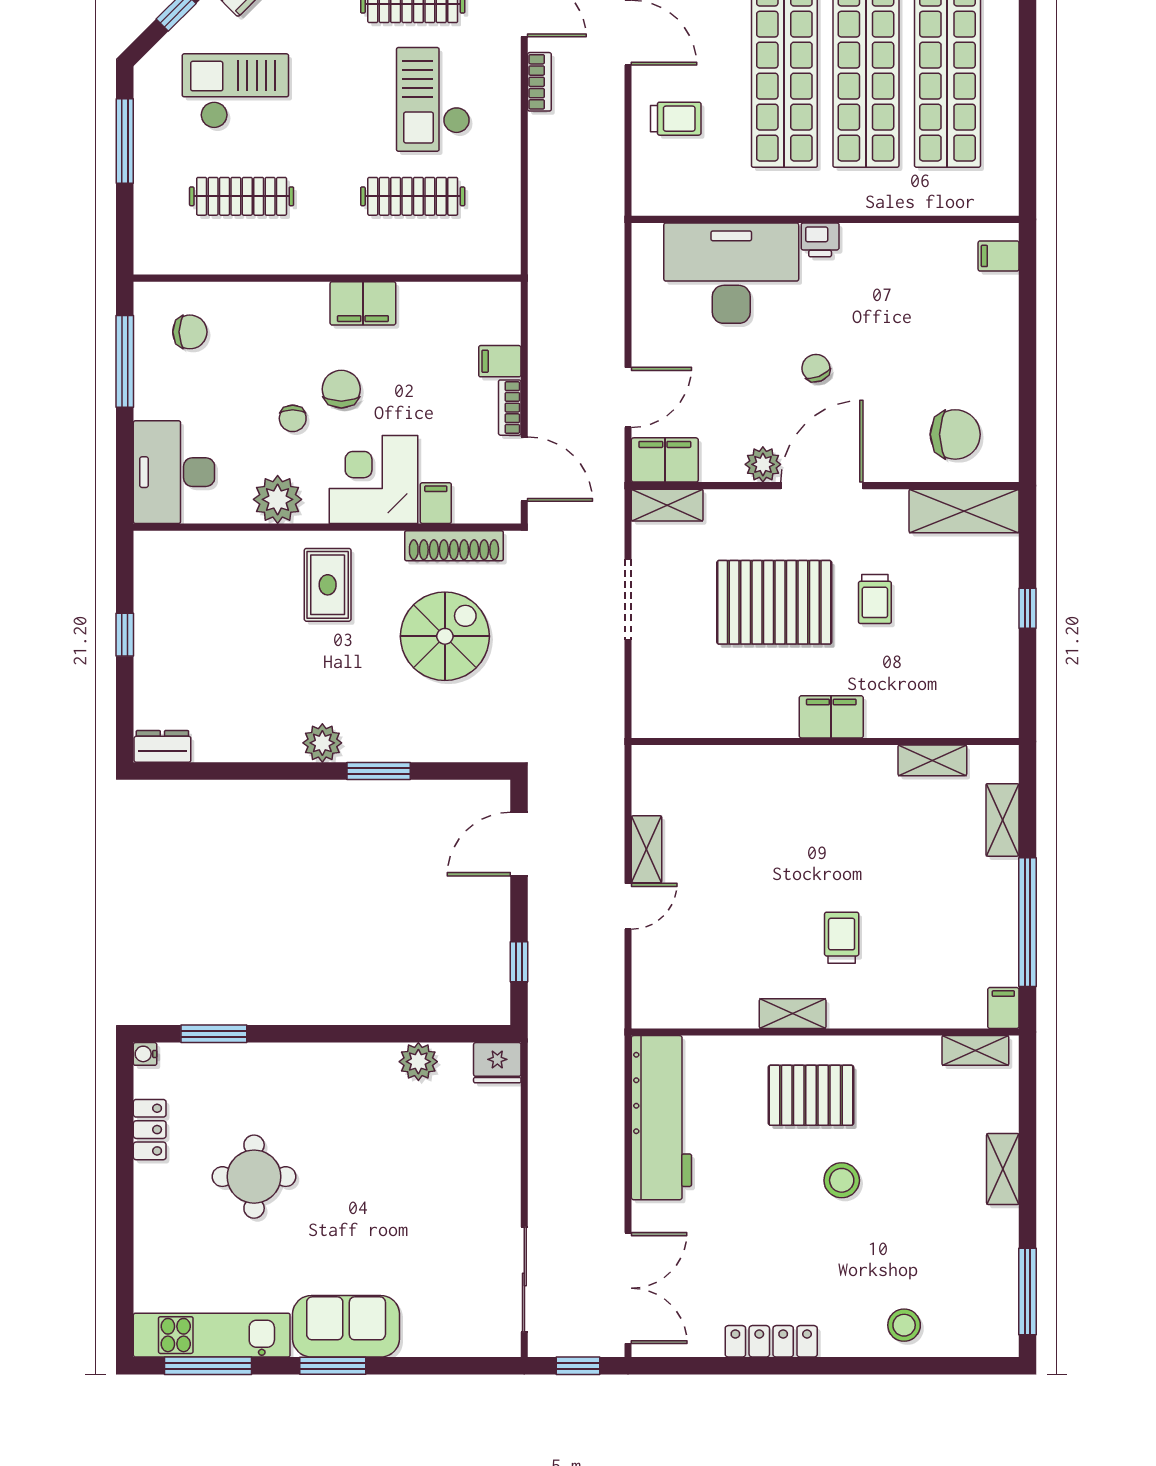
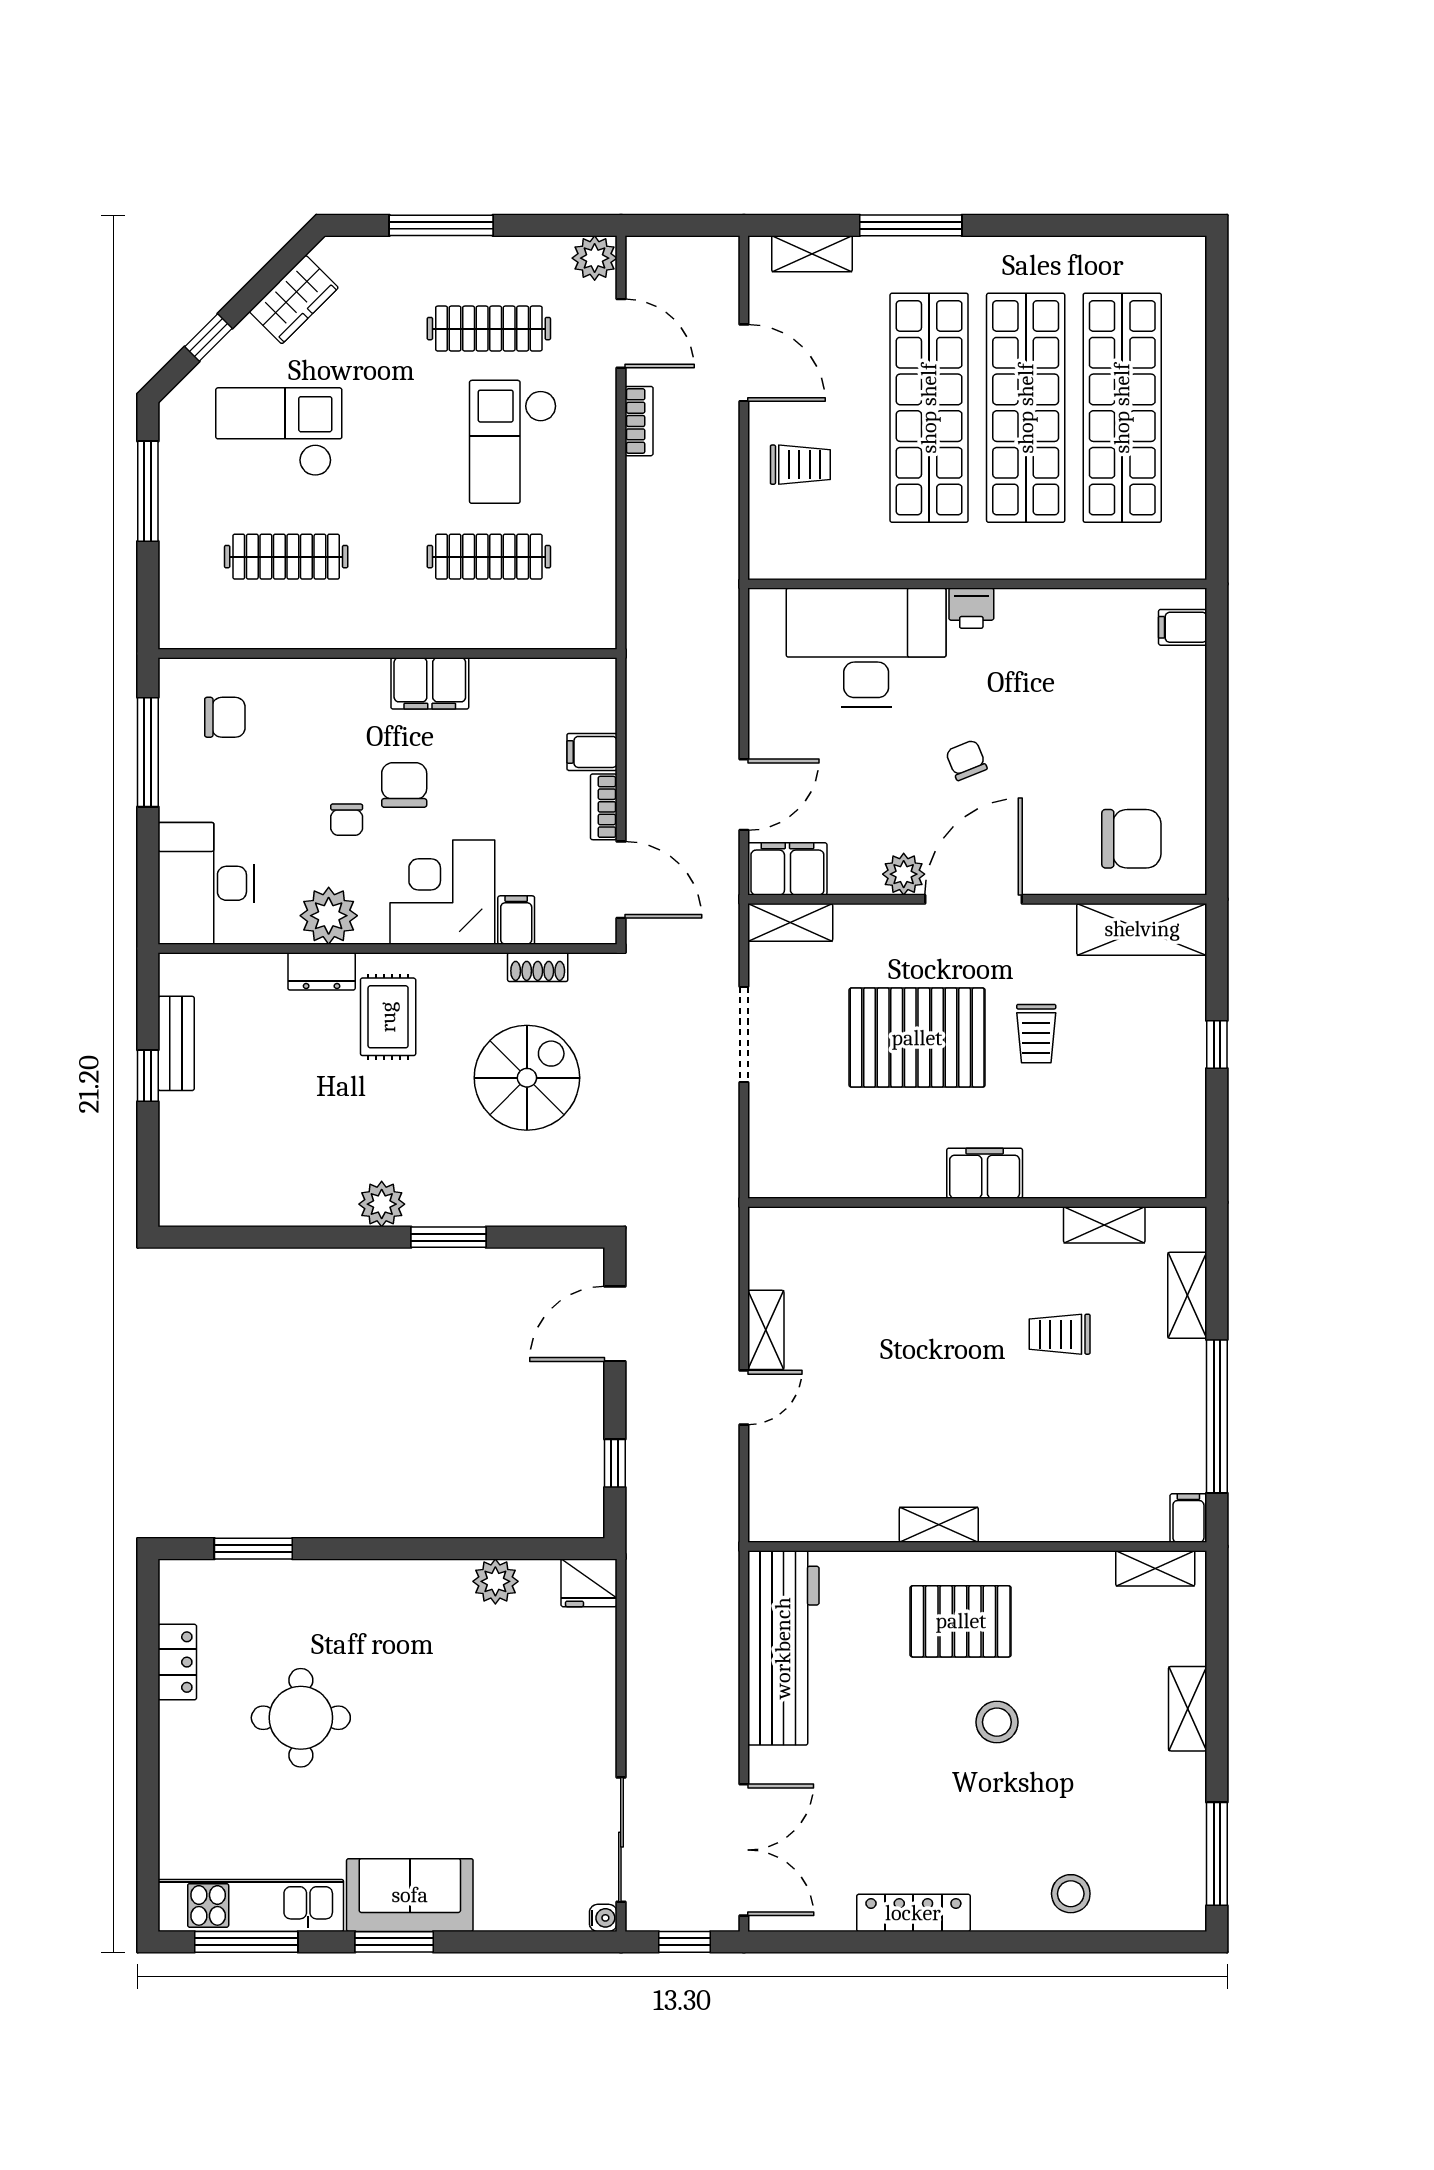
shoe rack: (454, 546) -> (538, 967), width x0.51, depth x0.81
bench: (149, 607) -> (176, 1043), added
dresser: (162, 746) -> (322, 971), moved, turned 180
trolley: (842, 938) -> (1060, 1334), moved, turned -90
water cooler: (145, 1054) -> (603, 1918), moved, turned 180

